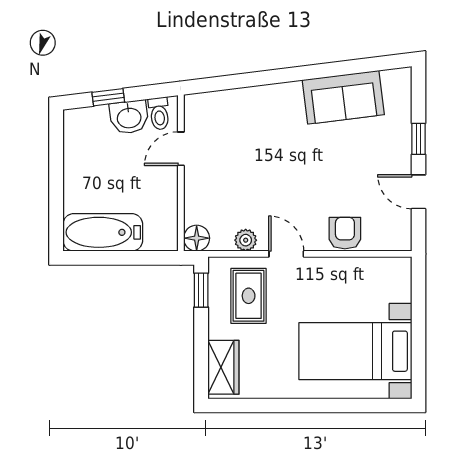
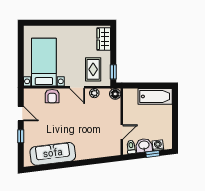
sofa: (343, 97) -> (53, 154), width x1.36
washing machine: (96, 118) -> (158, 145), added
bed with nightstands: (355, 351) -> (44, 62), moved, turned -90

